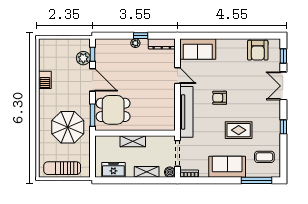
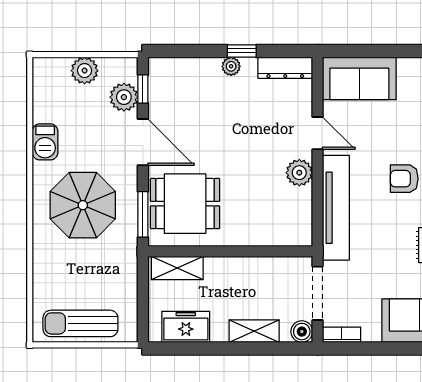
plant: (64, 45) -> (85, 71), added
plant: (169, 95) -> (299, 173), added
parasol: (68, 127) -> (83, 205), moved
shelving: (133, 141) -> (177, 268), moved

